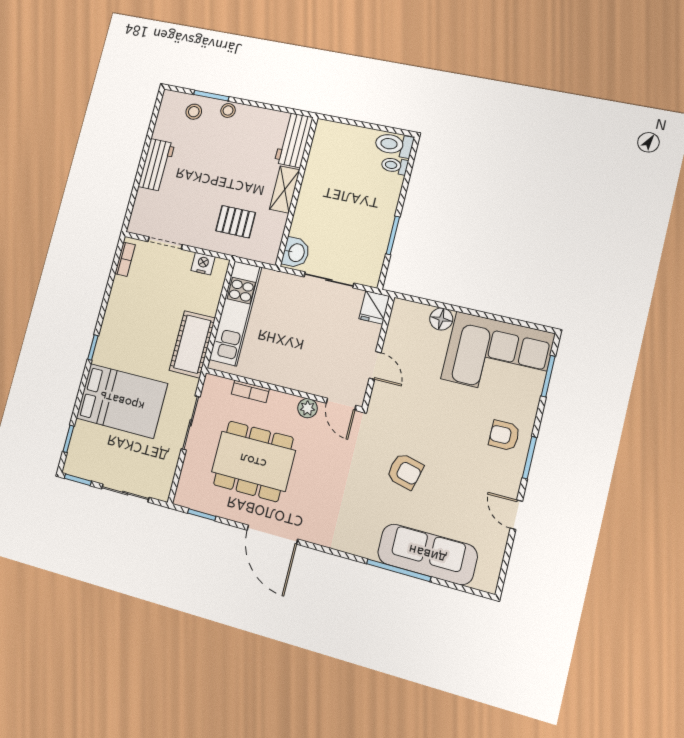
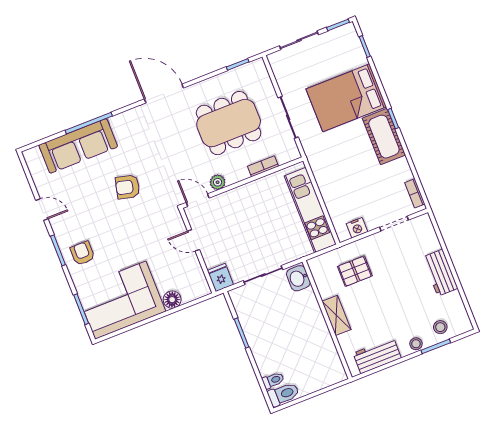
workbench: (294, 140) -> (377, 356), moved, turned -90
cot: (192, 344) -> (384, 137), moved
armchair: (504, 435) -> (82, 253), turned -90
door: (272, 535) -> (164, 93), moved

